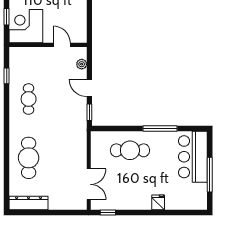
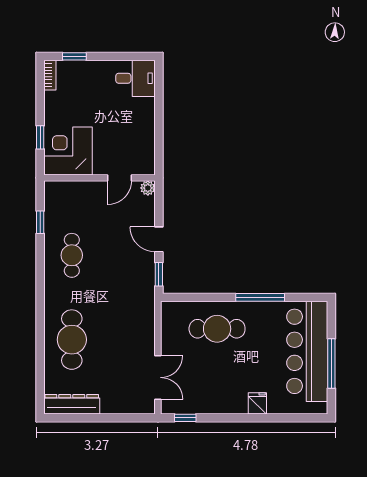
door: (62, 45) -> (119, 178), swing flipped
plant: (82, 64) -> (148, 188), moved
bar counter: (193, 157) -> (307, 351), width x1.36

